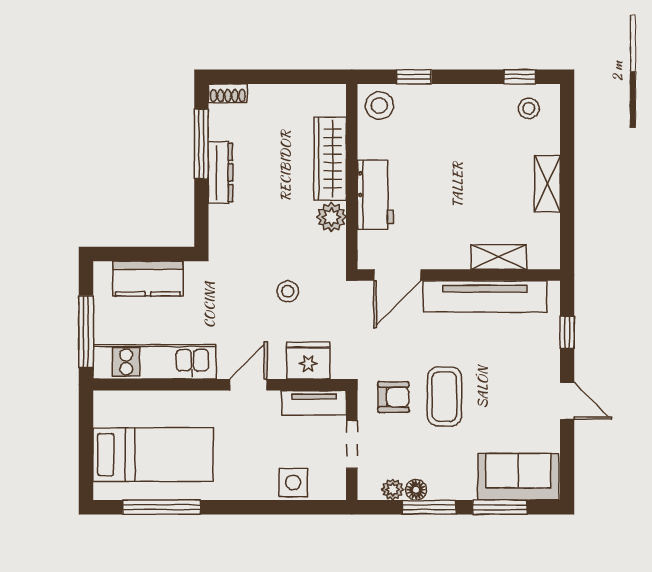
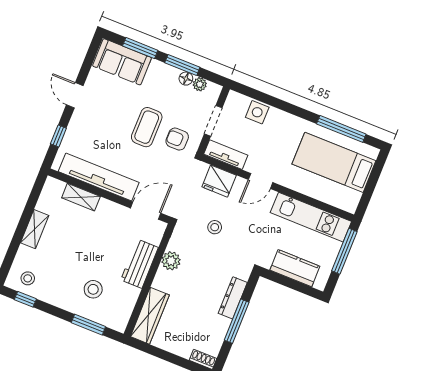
window: (414, 77) -> (88, 325), width x1.50
stool: (379, 106) -> (93, 289), moved
window: (201, 144) -> (237, 321), moved
wardrobe: (330, 159) -> (150, 316), moved
dresser: (220, 172) -> (233, 298), moved

